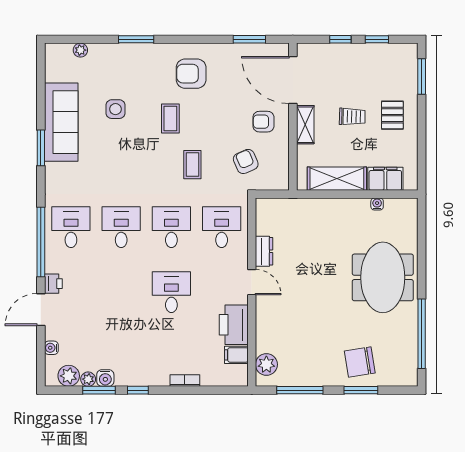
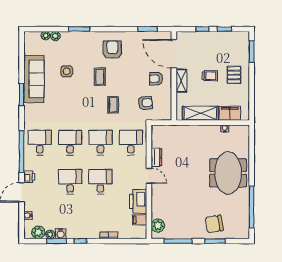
plant: (97, 51) -> (55, 36), added
armchair: (191, 74) -> (112, 50), turned 90
armchair: (246, 161) -> (145, 103), turned 109
desk: (121, 292) -> (70, 182), added

